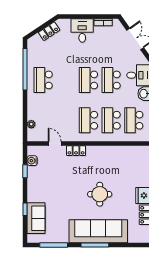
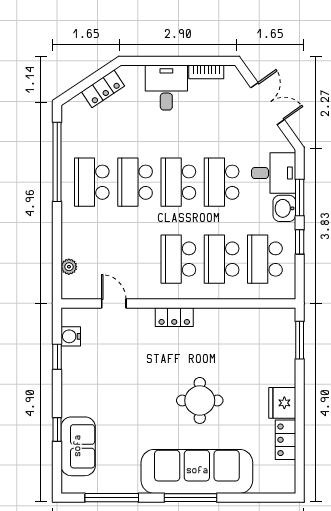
school desk: (66, 80) -> (135, 182), added
locker: (76, 151) -> (174, 317), moved

